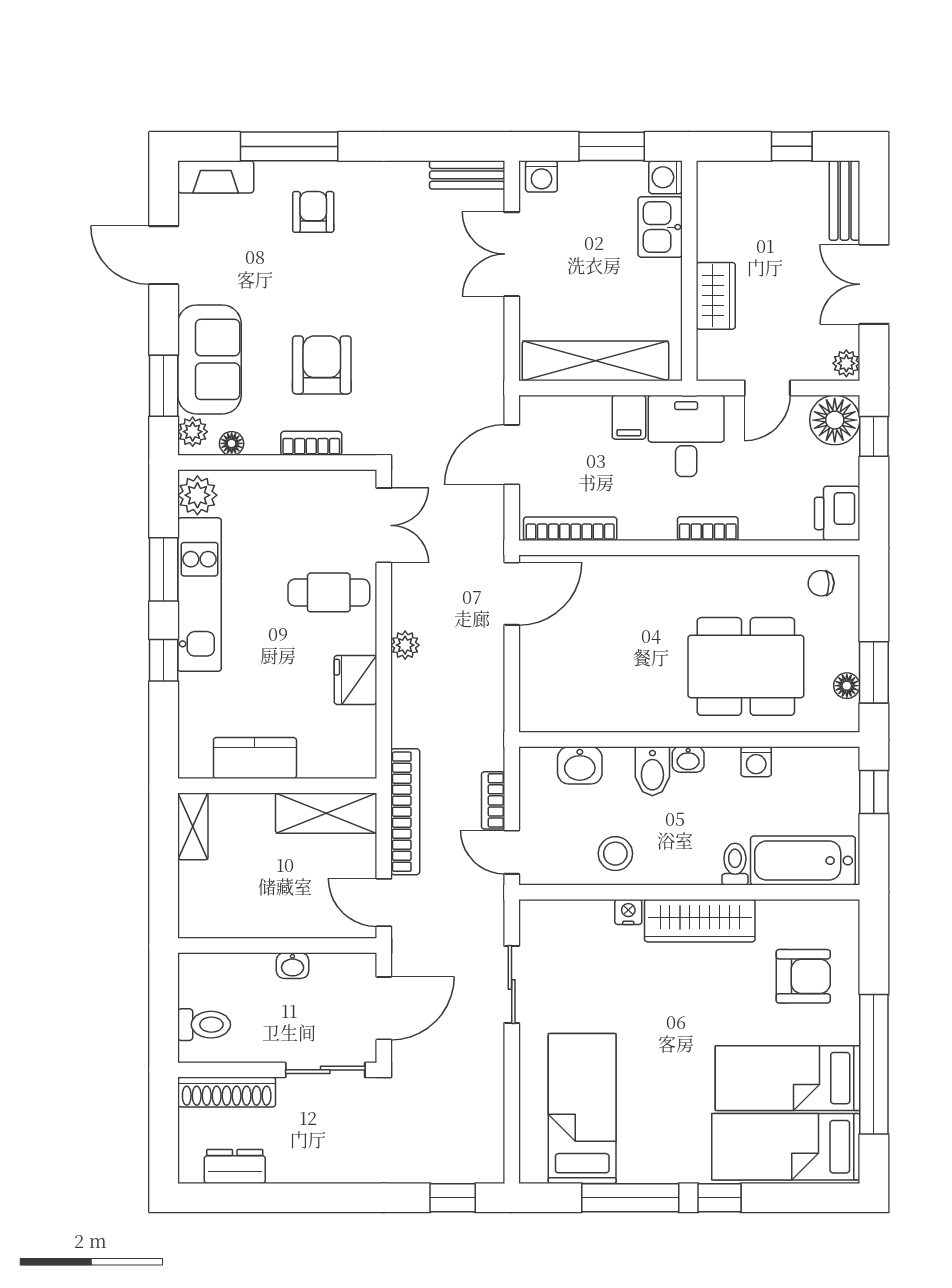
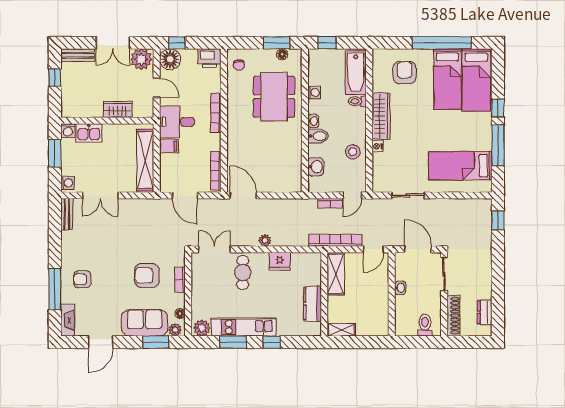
plant: (846, 363) -> (141, 59), width x1.87, depth x1.87
bookcase: (708, 529) -> (216, 113), width x1.56

